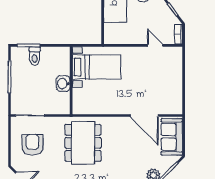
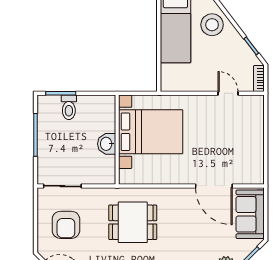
bed with nightstands: (97, 67) -> (151, 132), width x1.36
dining table: (83, 143) -> (133, 222), width x0.73
armchair: (32, 145) -> (66, 225), turned 180

